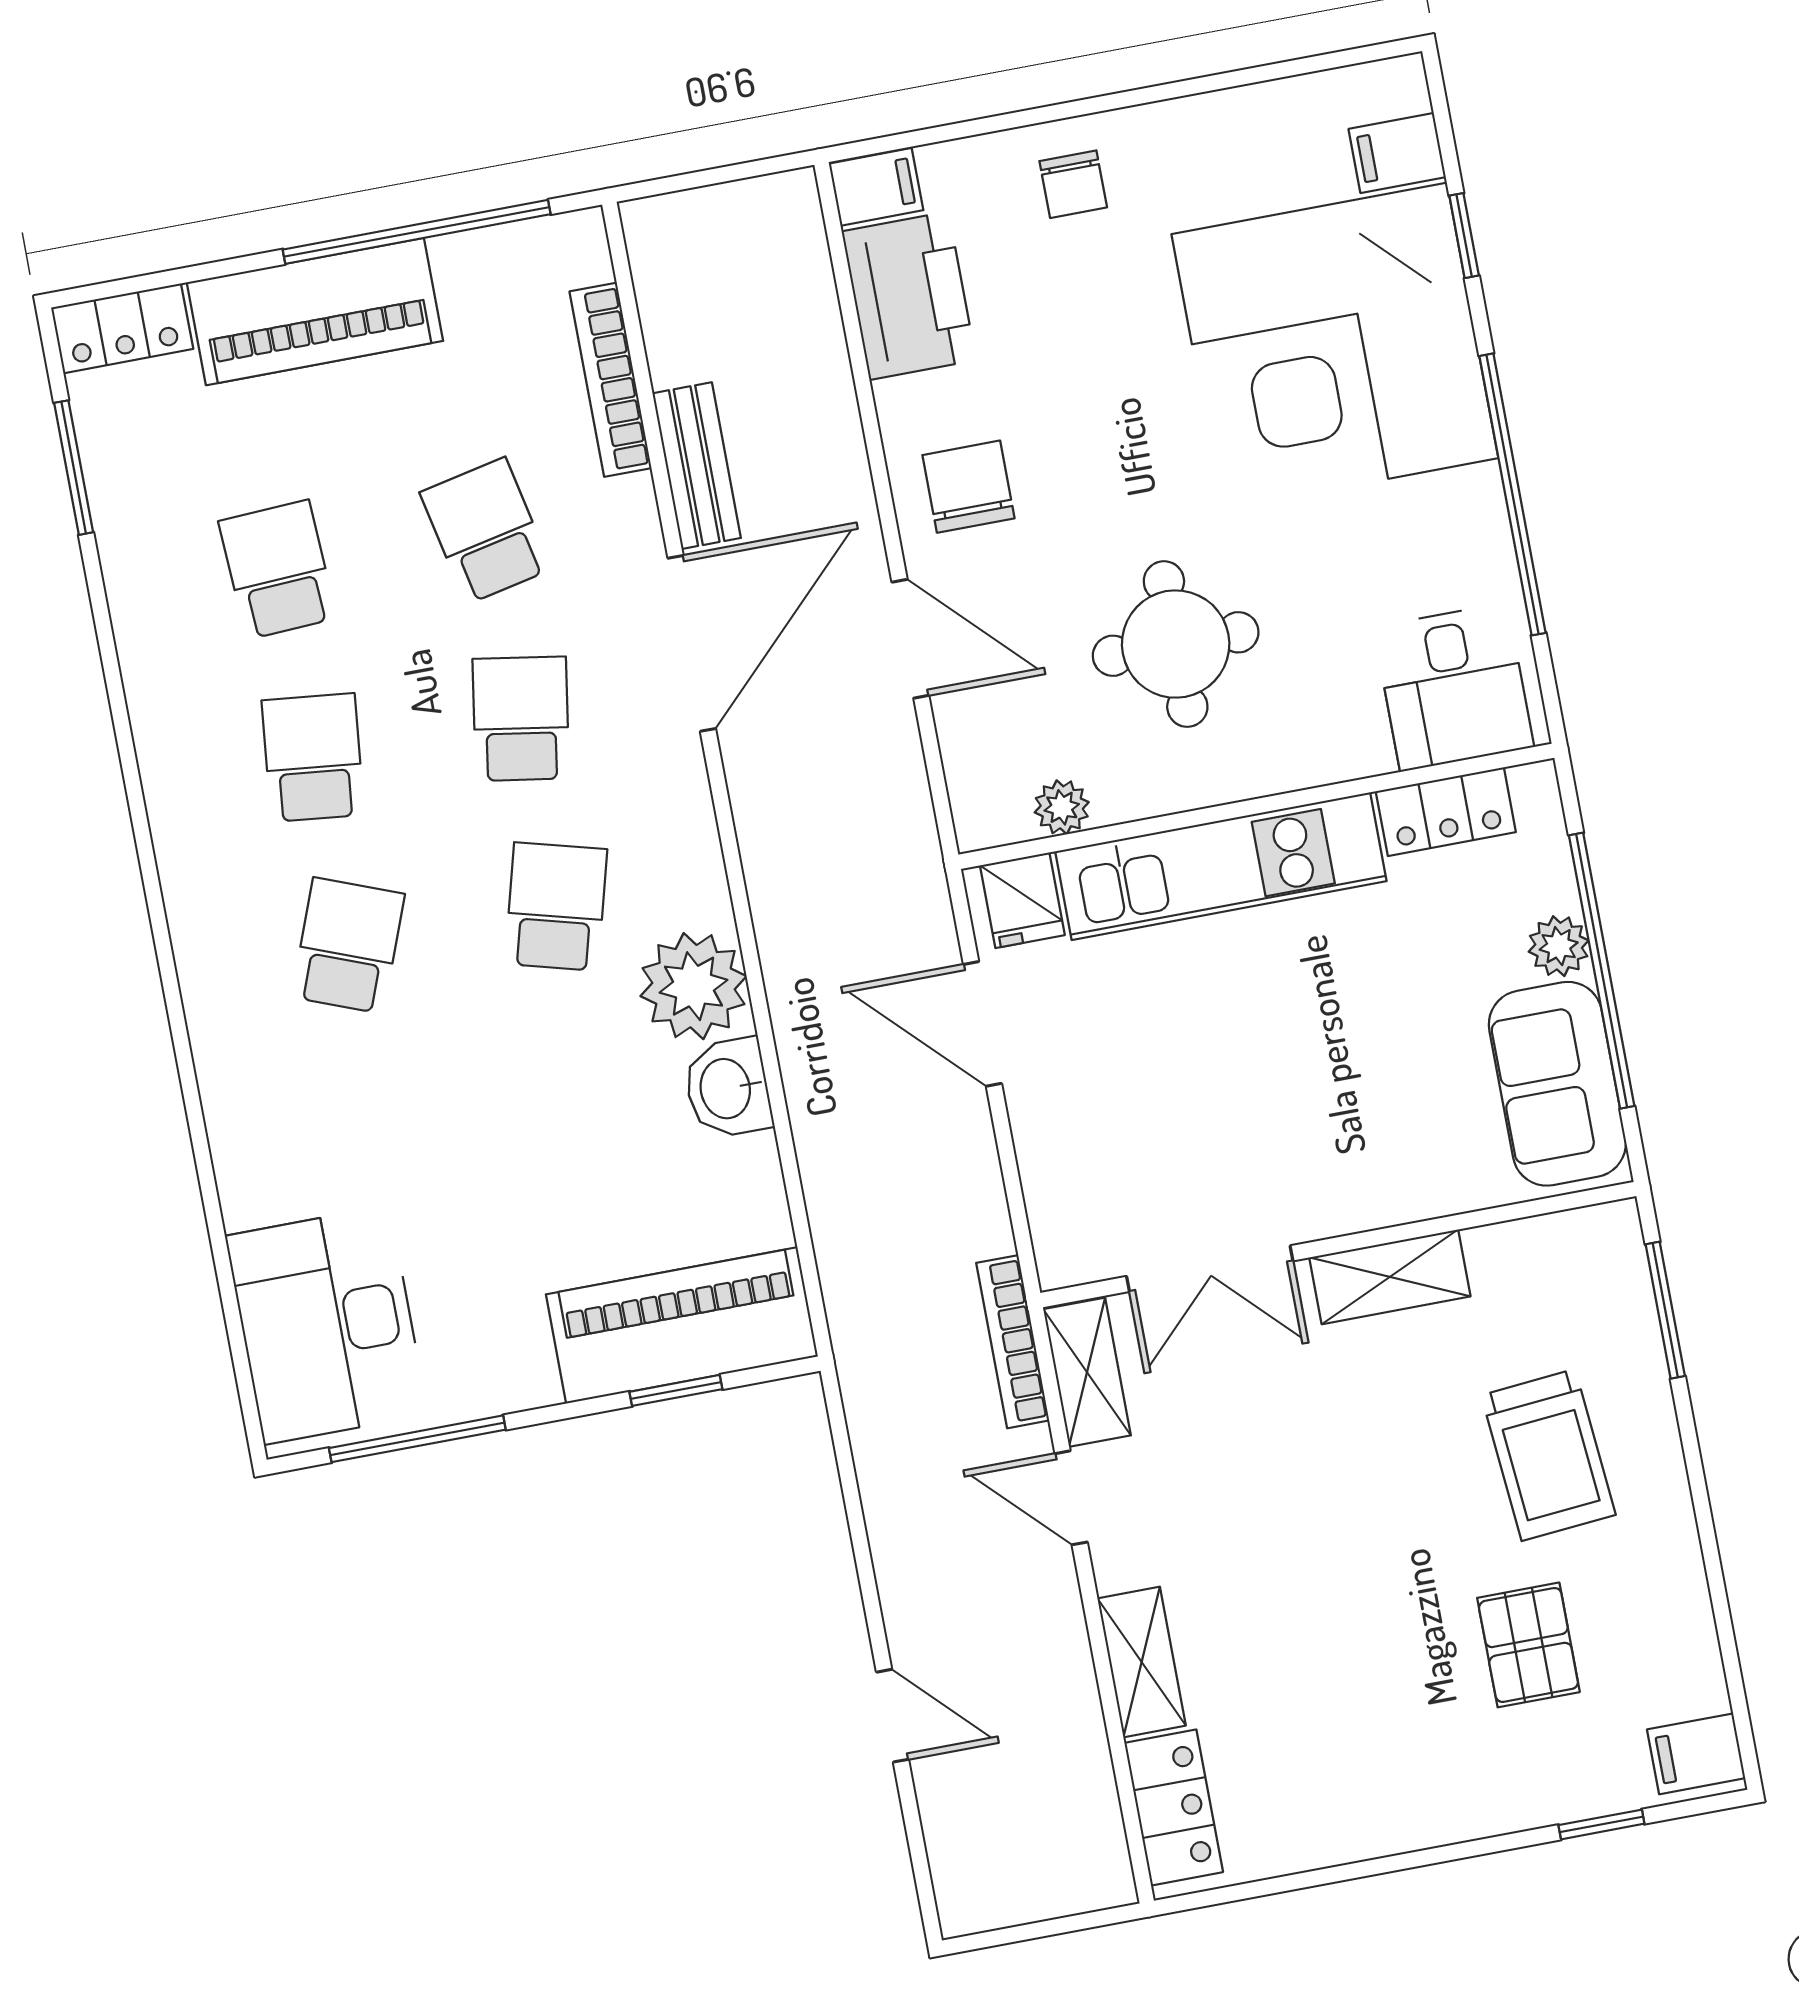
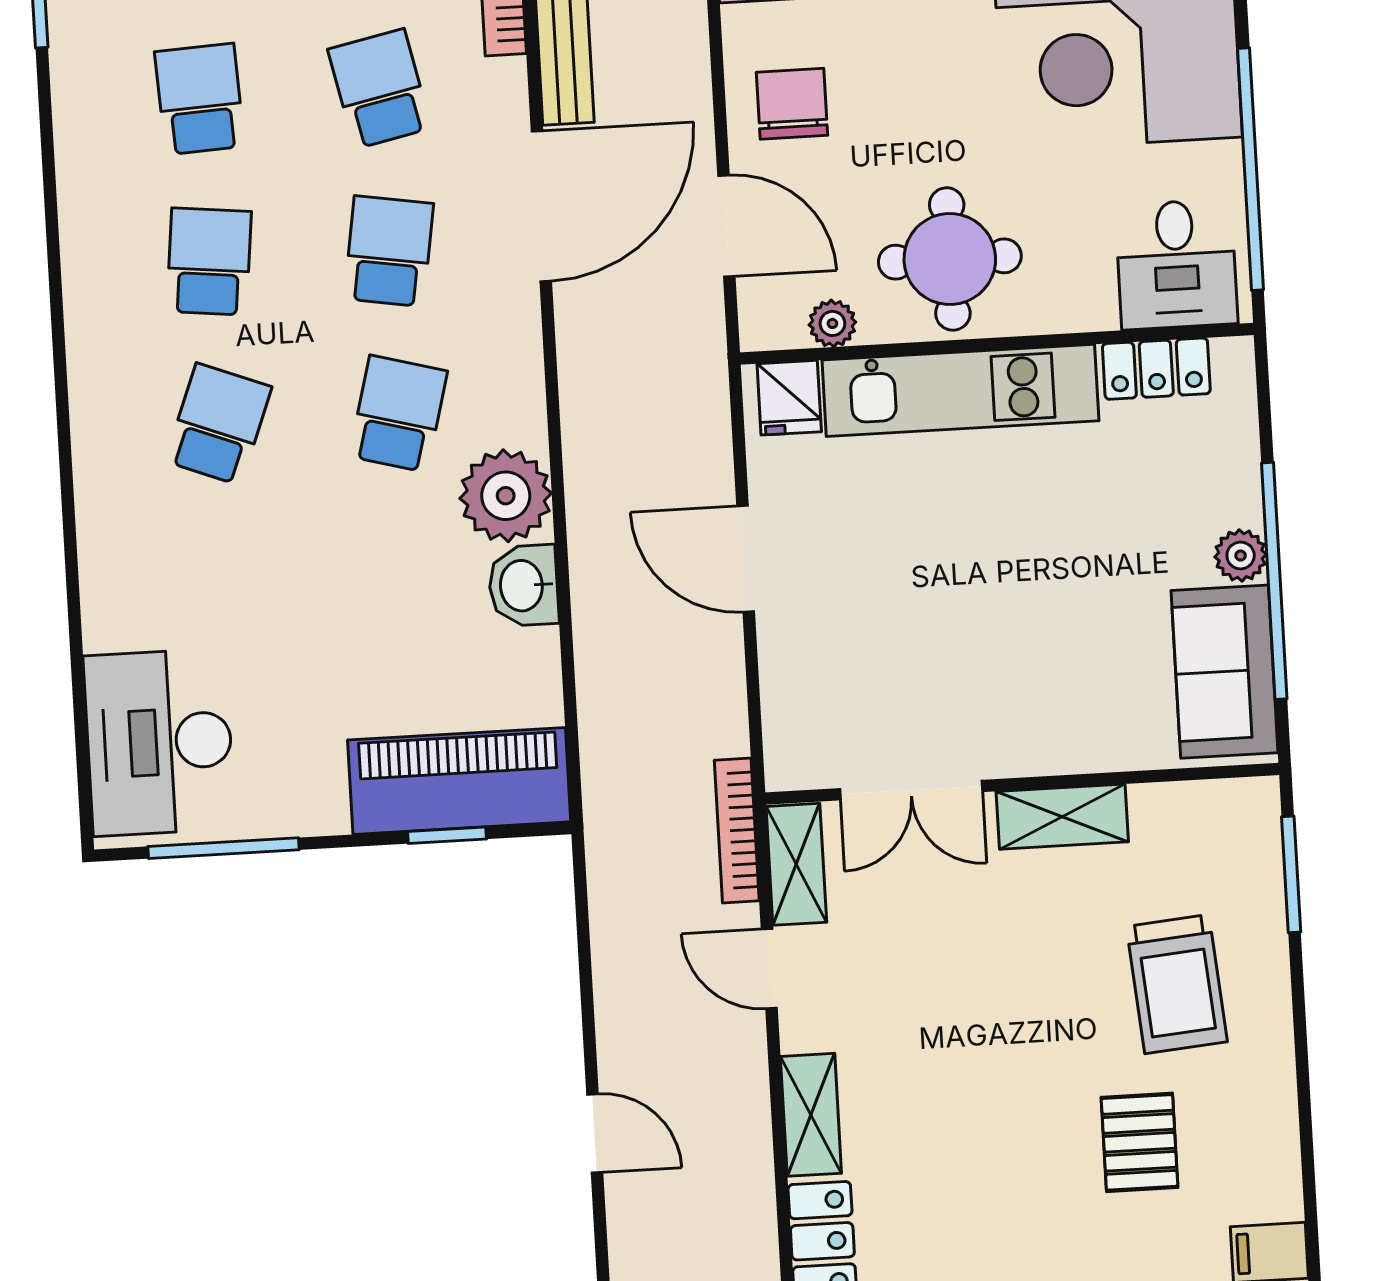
desk: (1454, 687) -> (1176, 264), moved
wall: (1256, 806) -> (997, 344), moved
plant: (1062, 807) -> (832, 323), moved
locker: (1446, 812) -> (1156, 369), moved
kitchen unit: (1221, 866) -> (960, 390), moved
fridge: (1022, 900) -> (789, 398), moved

